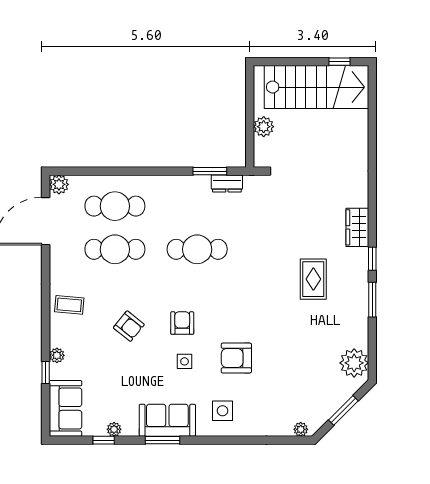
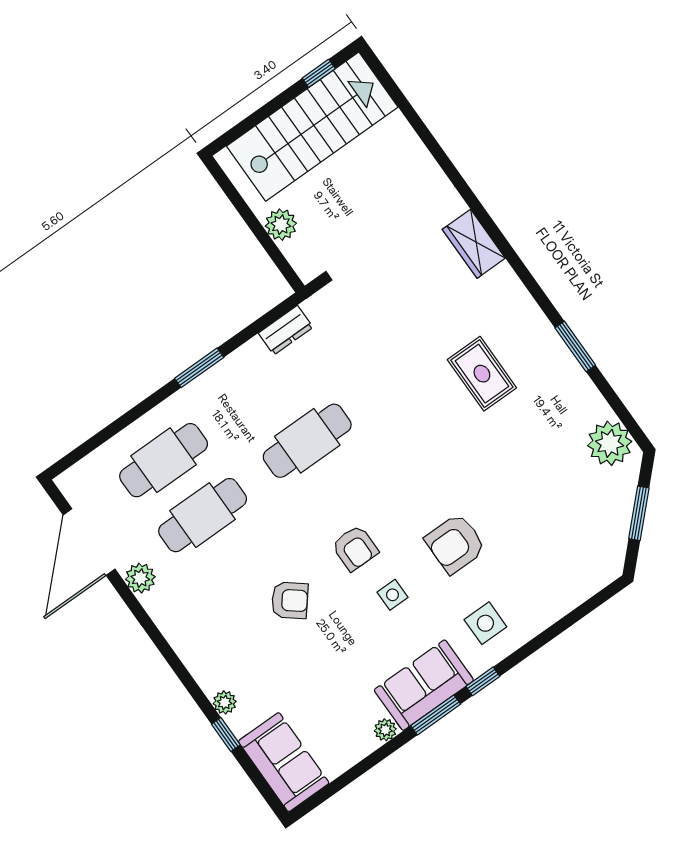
window: (210, 171) -> (199, 368), moved
plant: (59, 184) -> (140, 578), moved
wardrobe: (357, 227) -> (474, 244), moved
window: (372, 259) -> (539, 295), removed
coffee table: (69, 305) -> (195, 627), removed
armchair: (182, 323) -> (355, 548), turned 180
plant: (114, 429) -> (385, 730), moved
plant: (301, 429) -> (602, 576), removed
window: (104, 440) -> (483, 681), moved

